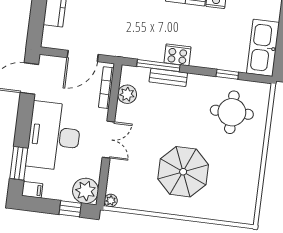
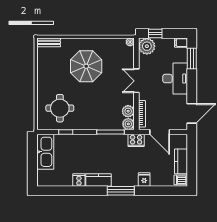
cooker: (177, 55) -> (136, 140), moved
door: (83, 56) -> (160, 132), swing flipped
plant: (129, 75) -> (128, 124), added
bench: (168, 77) -> (49, 42), moved
desk: (54, 136) -> (175, 79), width x0.73, depth x0.77

